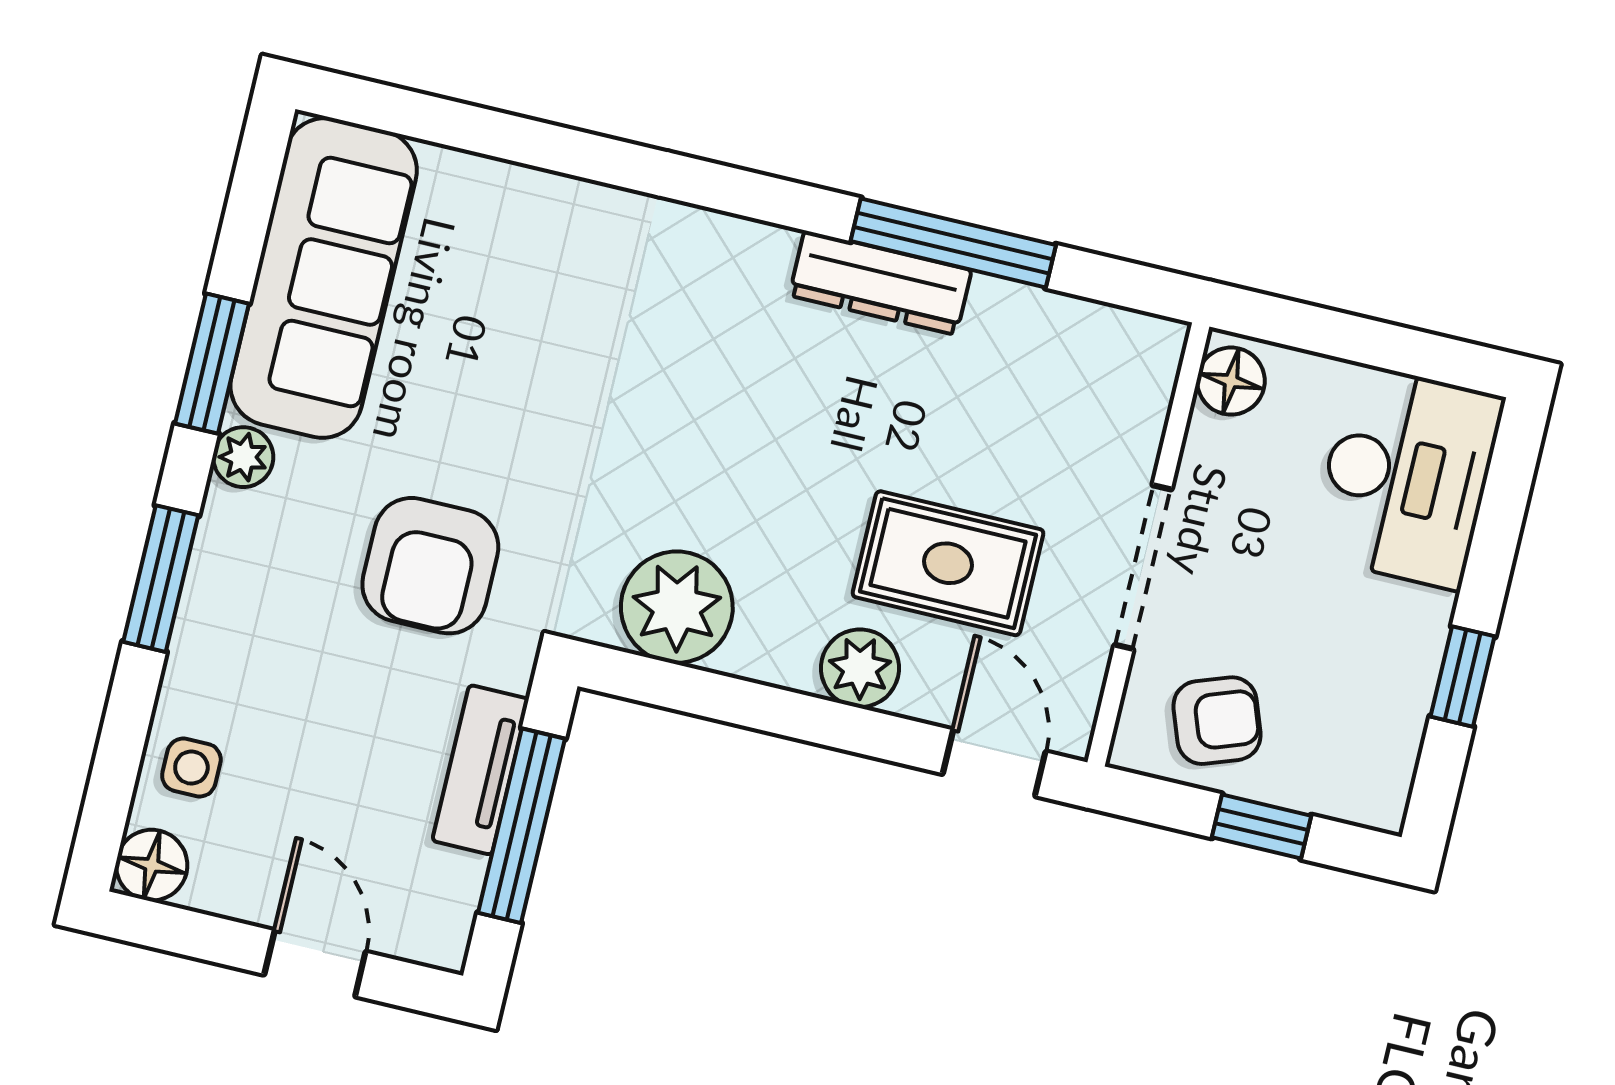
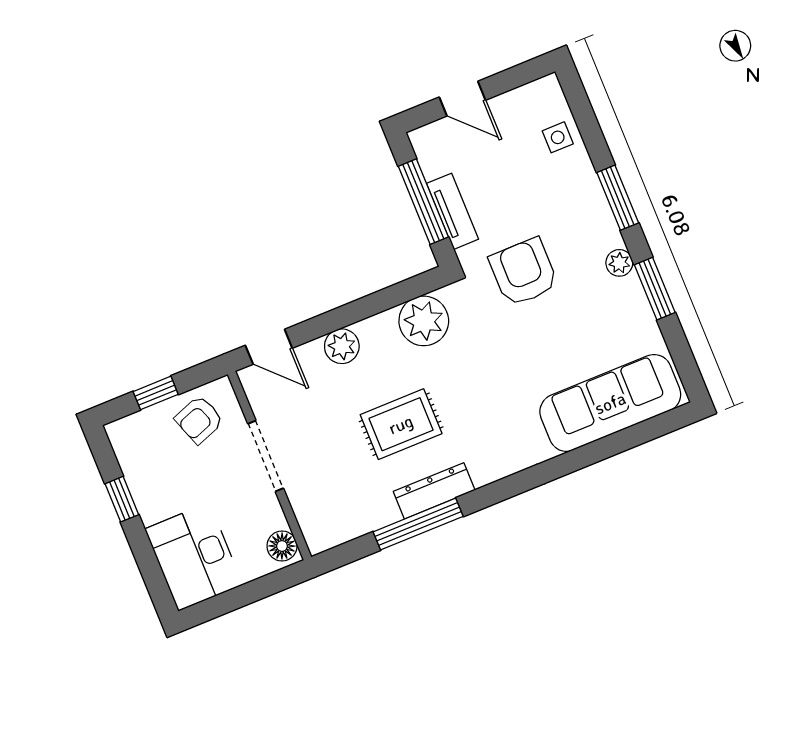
sofa: (324, 278) -> (610, 403), moved, turned 90
rug: (948, 563) -> (401, 424), moved
floor lamp: (152, 865) -> (547, 92), removed

